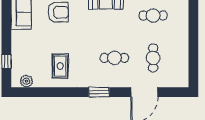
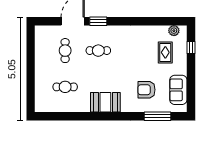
rug: (60, 66) -> (165, 52), moved
window: (99, 92) -> (98, 21), moved

